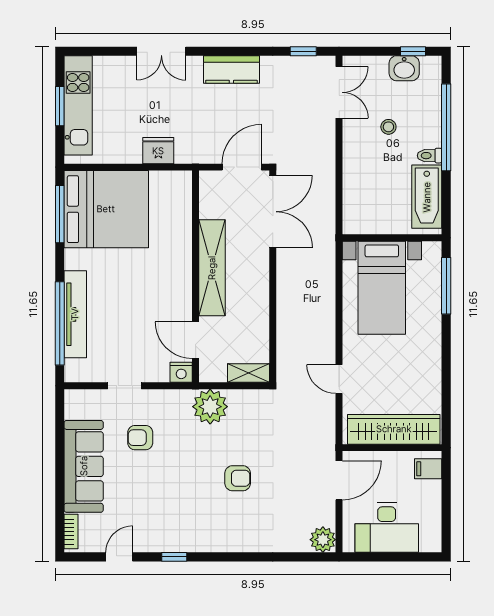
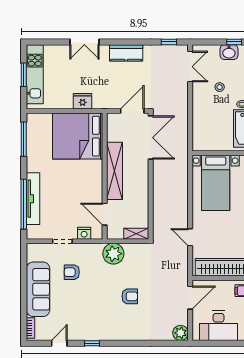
bed: (106, 209) -> (78, 136), moved, turned 180
nightstand: (181, 372) -> (84, 233), moved

